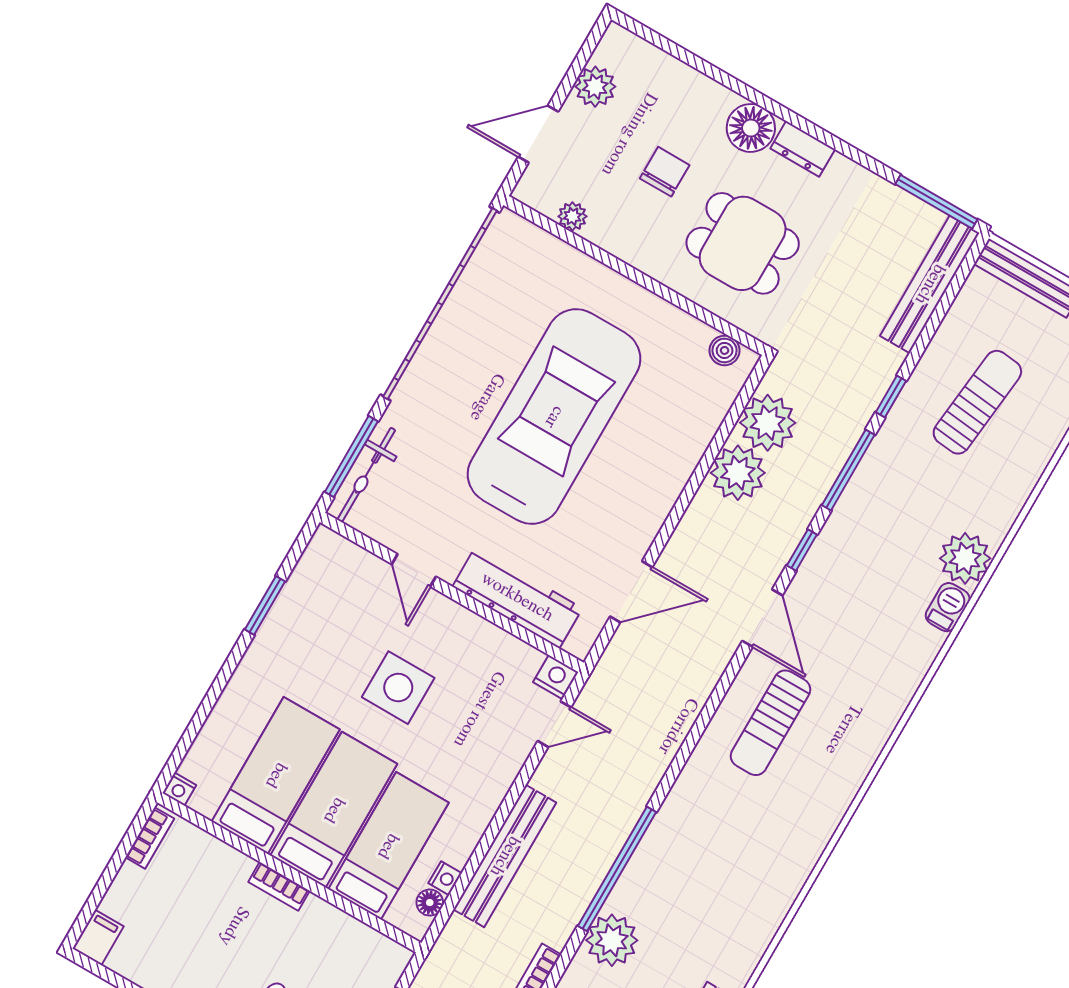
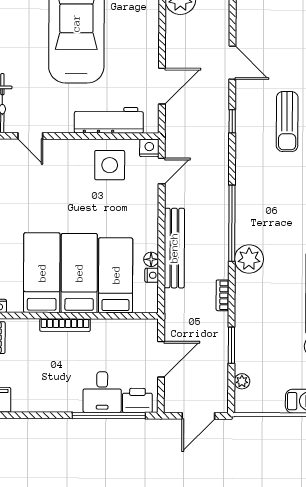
window: (802, 550) -> (232, 121), moved
door: (414, 570) -> (30, 136), moved
side table: (398, 688) -> (110, 165), moved
sun lounger: (770, 723) -> (287, 122), moved
bookcase: (279, 886) -> (65, 325), width x1.56
floor lamp: (430, 903) -> (151, 259), moved

